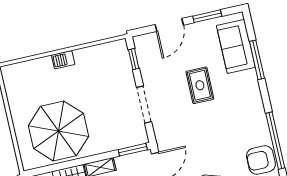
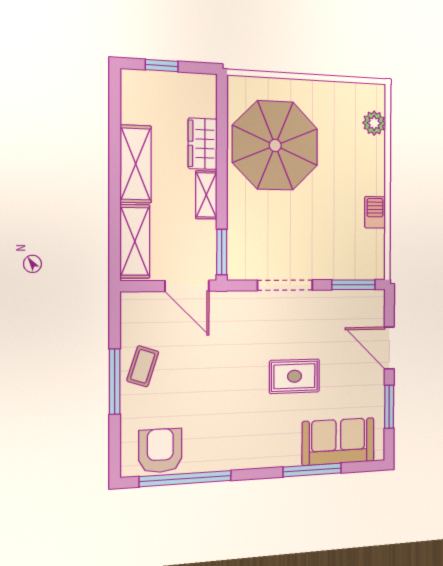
window: (134, 59) -> (354, 285), width x1.50
barbecue: (63, 60) -> (375, 212), moved
plant: (27, 69) -> (374, 123), added

